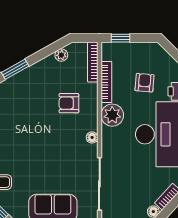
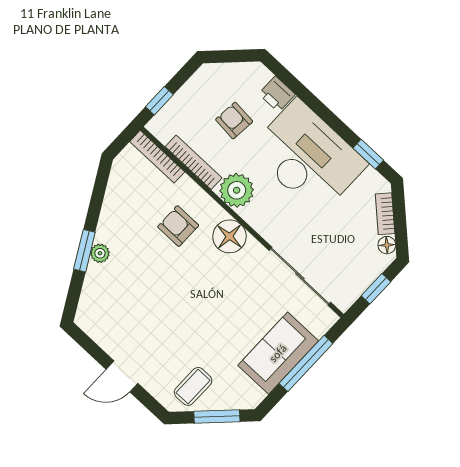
plant: (61, 55) -> (100, 253), moved
armchair: (69, 103) -> (178, 226), turned 90
floor lamp: (92, 137) -> (229, 236), width x1.89, depth x1.89

